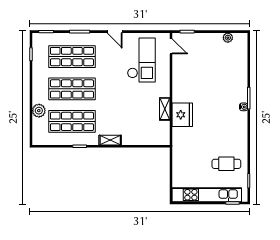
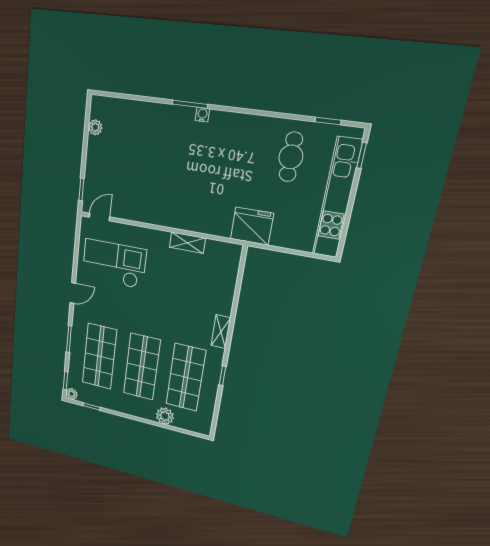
plant: (37, 38) -> (72, 394), added
fridge: (182, 115) -> (252, 226), moved

